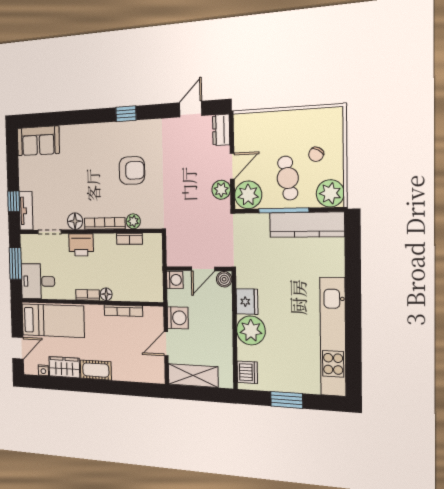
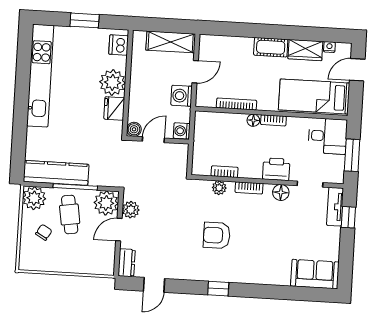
bookcase: (105, 223) -> (249, 188), width x0.64

